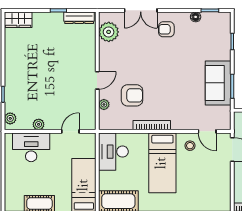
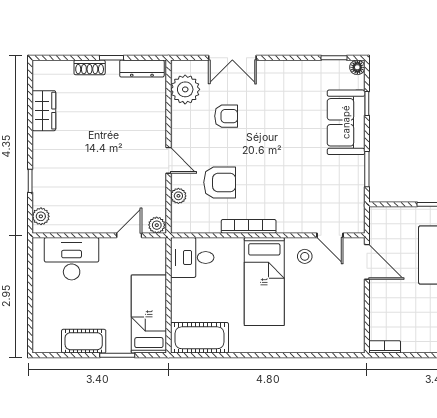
shoe rack: (43, 17) -> (90, 67), added
floor lamp: (196, 17) -> (357, 67), moved
wardrobe: (18, 20) -> (44, 111), moved, turned -90
armchair: (166, 29) -> (226, 116), moved, turned 180
door: (97, 80) -> (169, 160), hinge flipped
sofa: (218, 83) -> (346, 122), moved
plant: (39, 124) -> (157, 225), moved
desk: (113, 152) -> (192, 258), width x0.73

